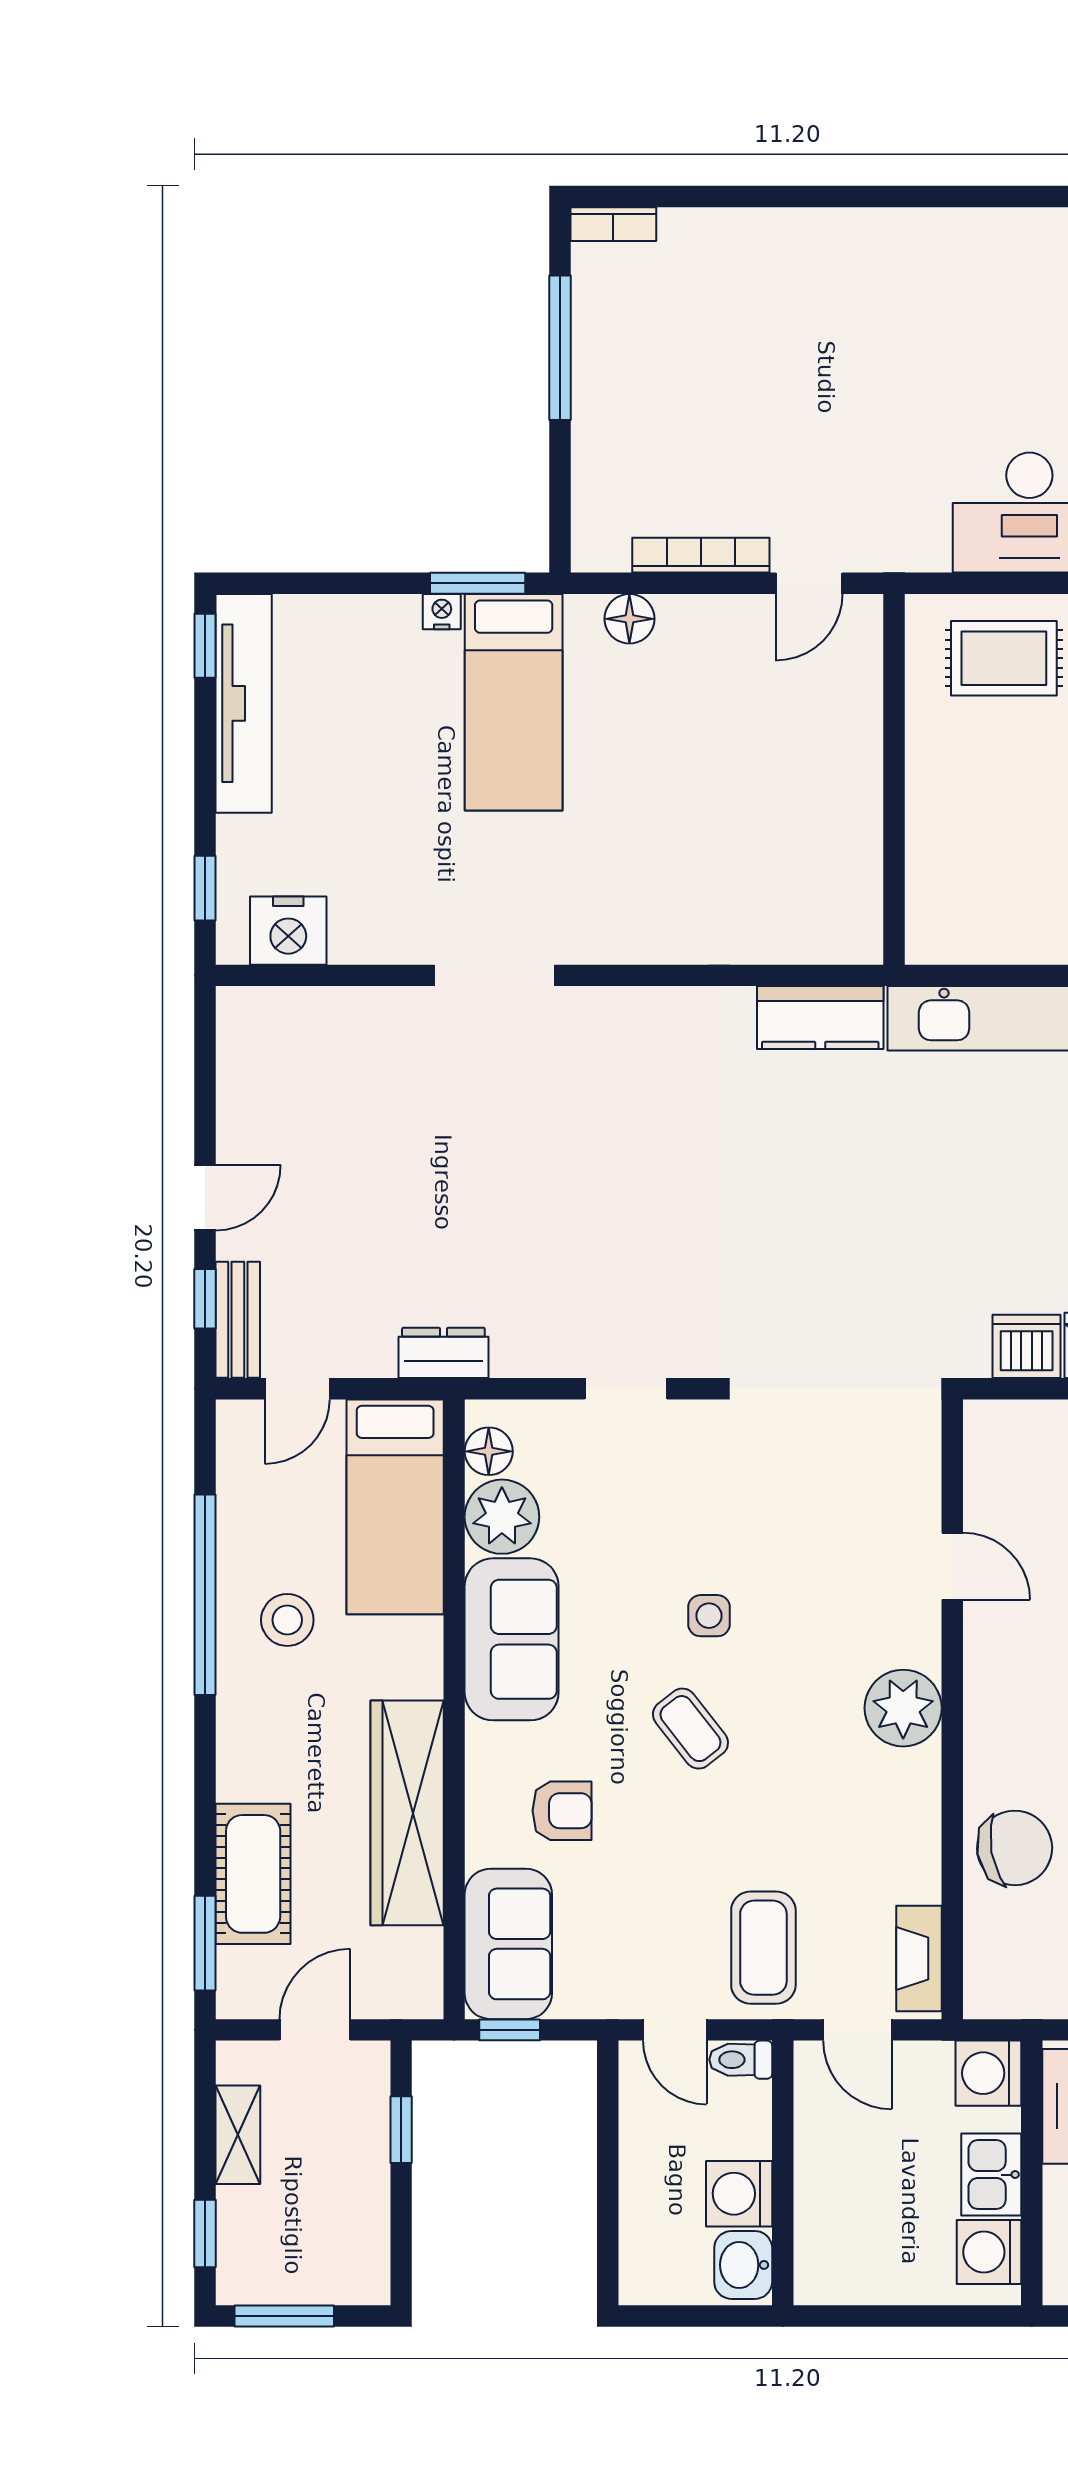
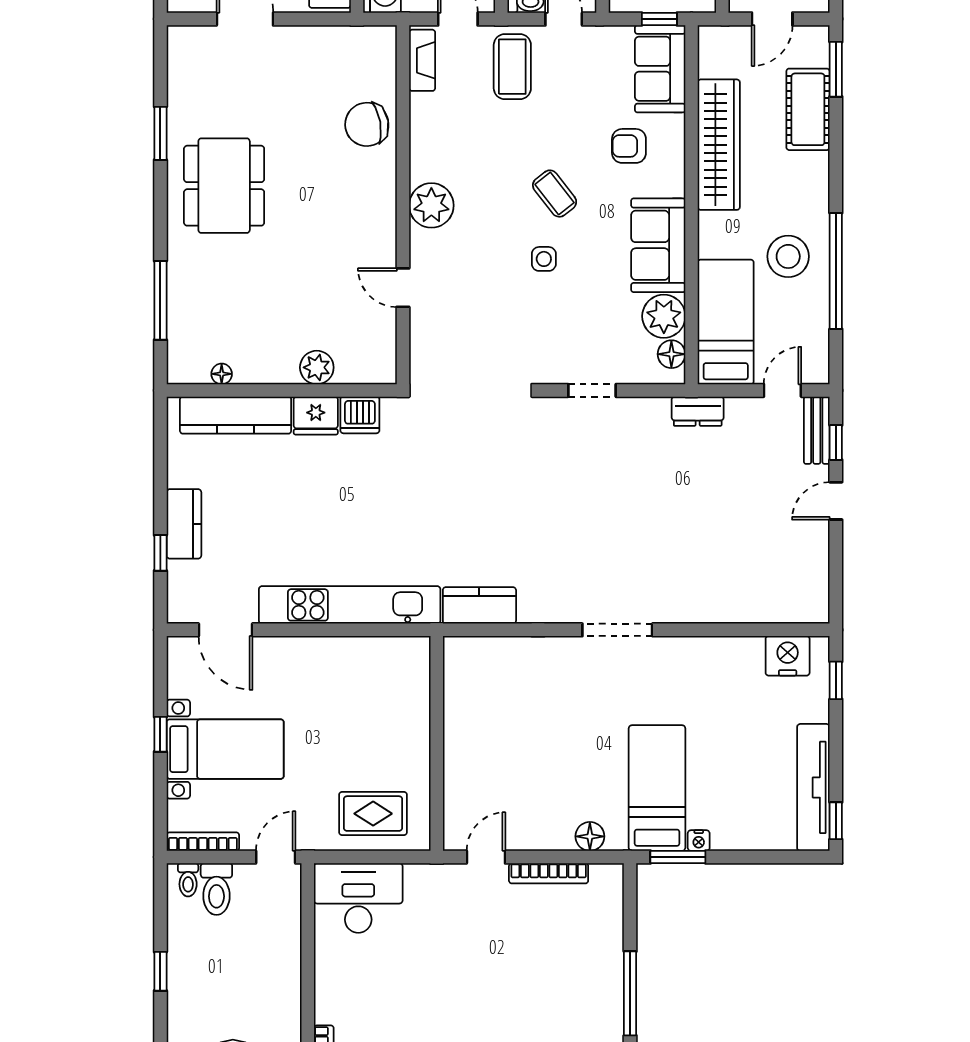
doorway: (494, 975) -> (617, 630), moved
stool: (287, 1620) -> (788, 256), width x1.38, depth x1.38

